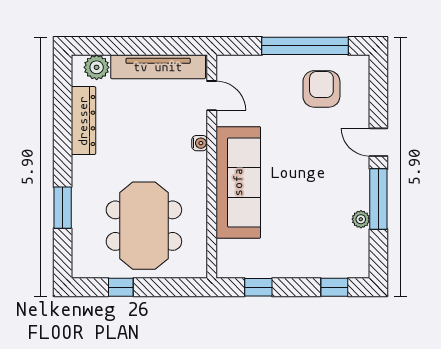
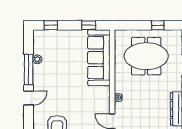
door: (378, 142) -> (29, 98), hinge flipped
sofa: (238, 182) -> (99, 58), moved
meeting table: (144, 226) -> (146, 56), turned 90

